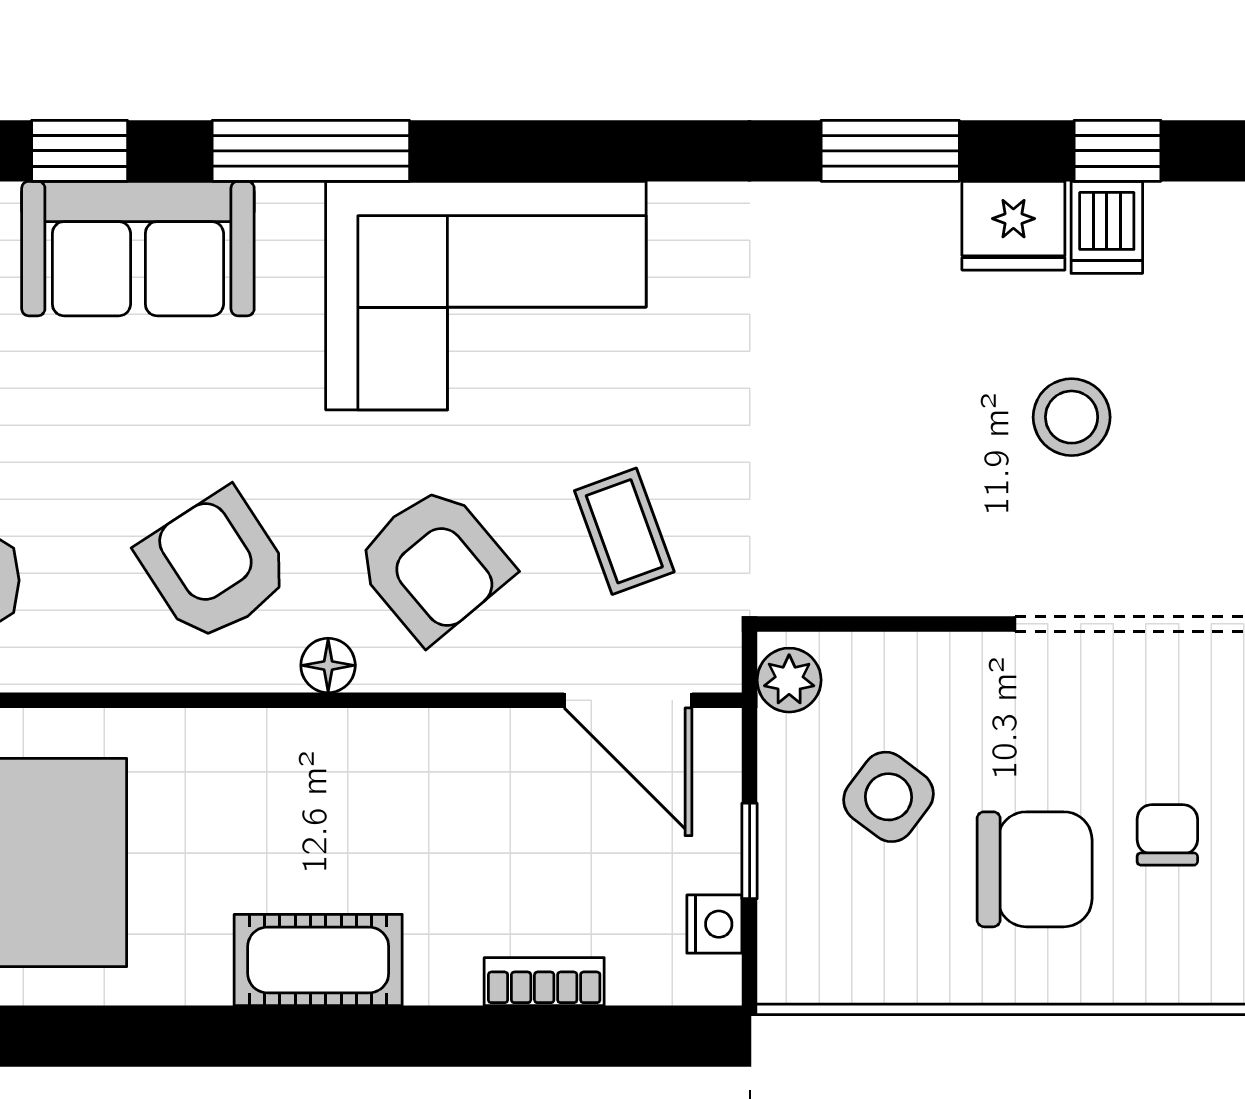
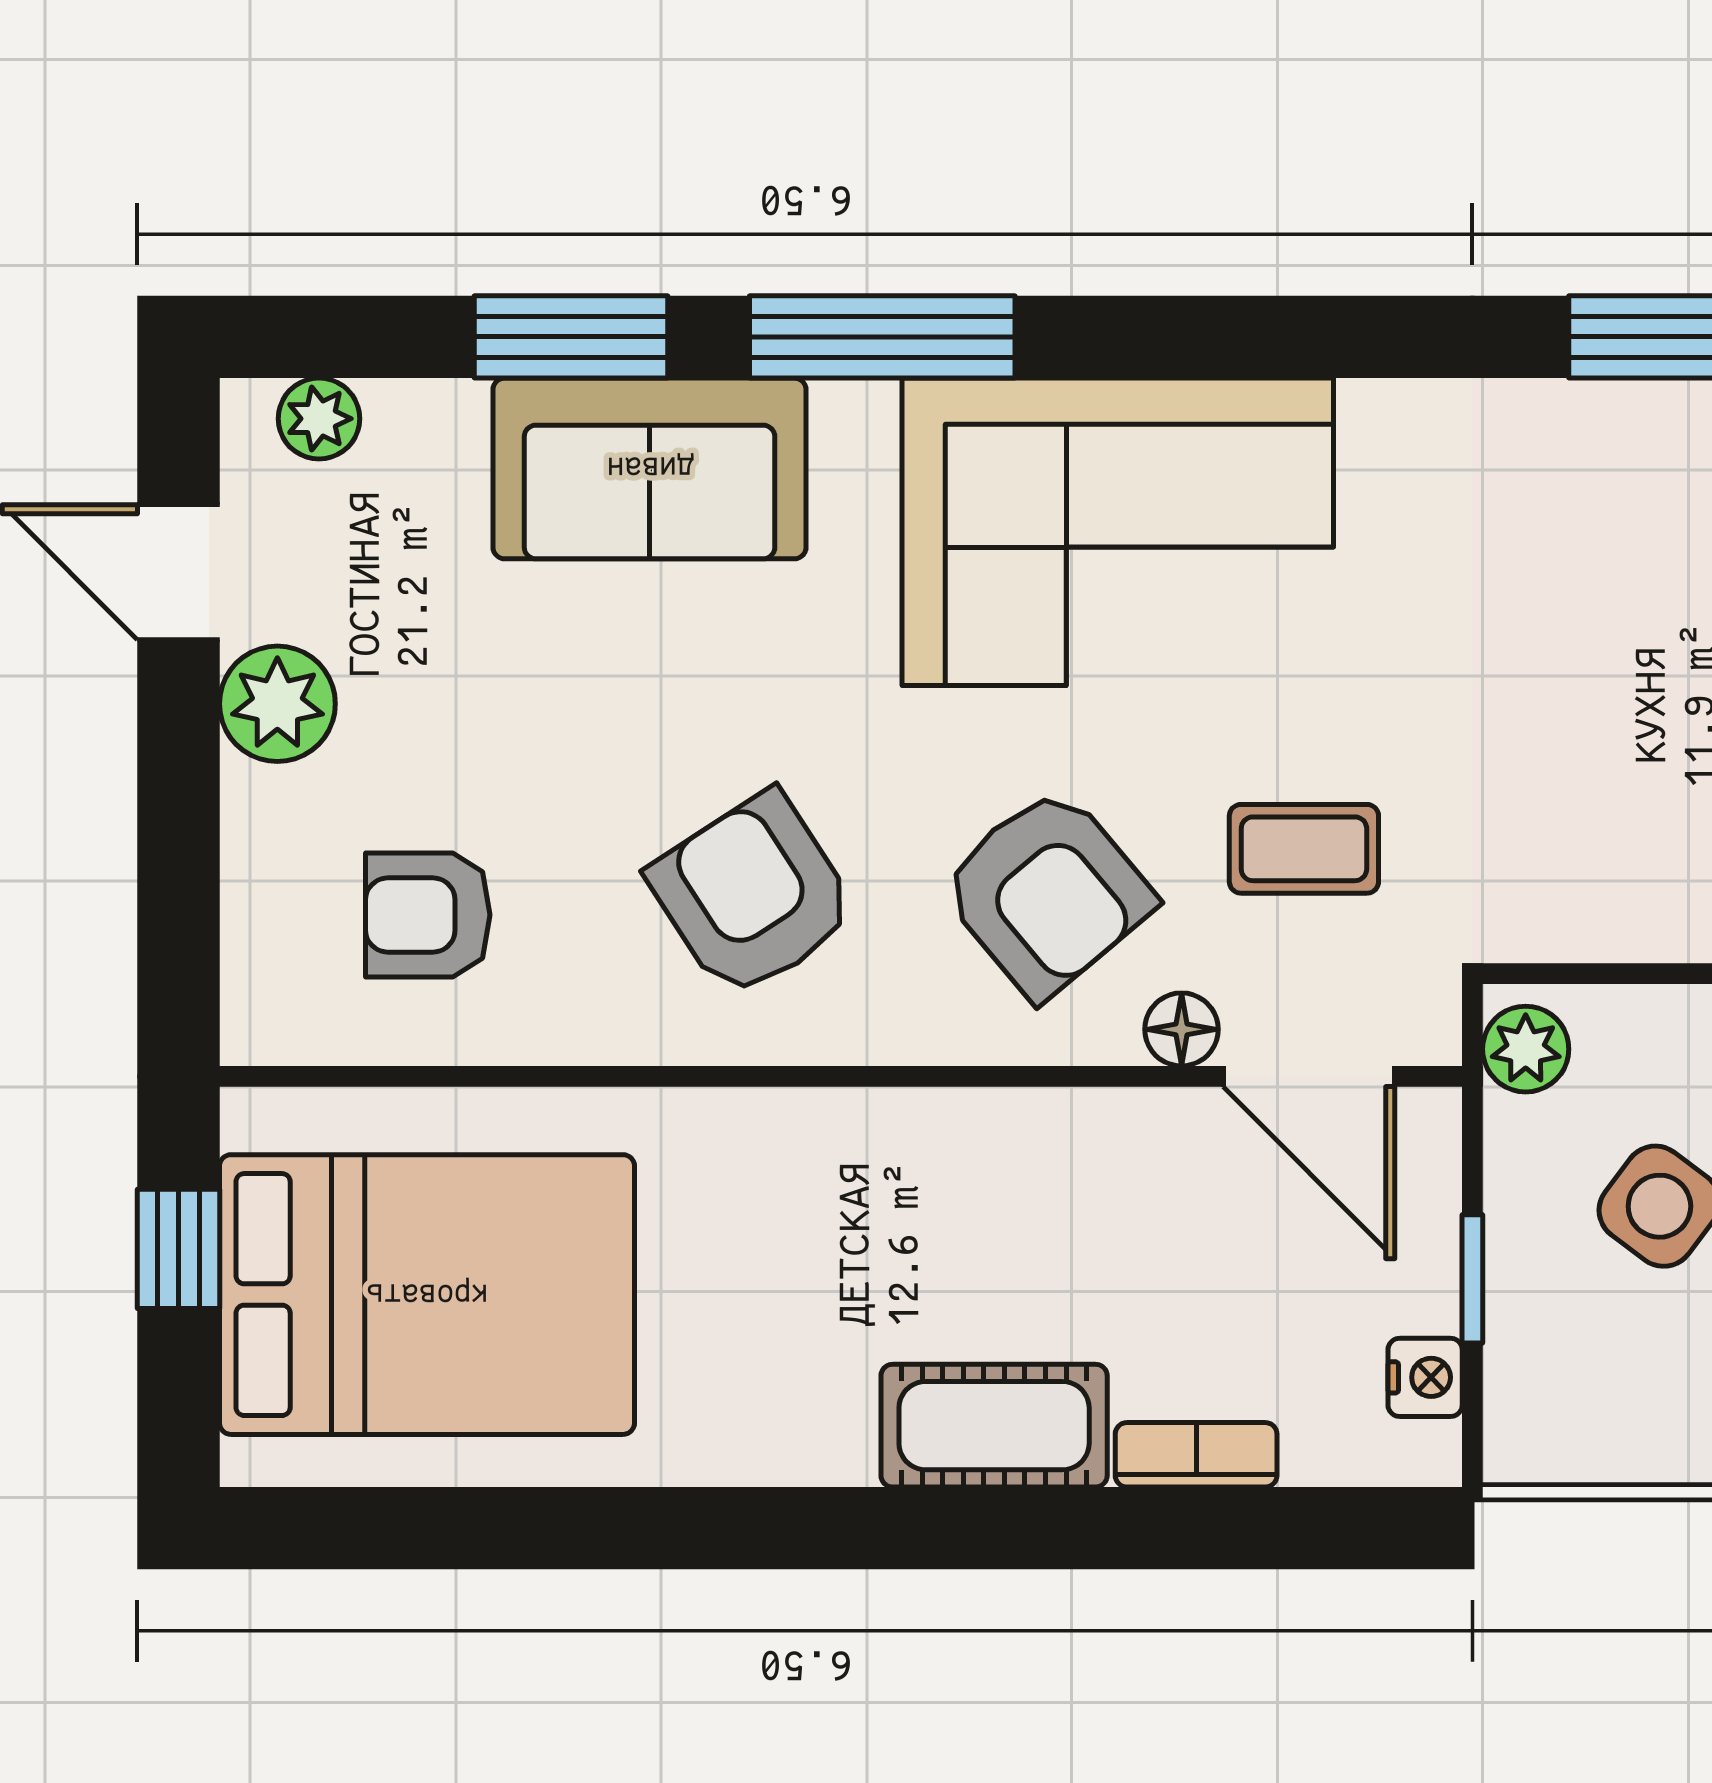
window: (80, 151) -> (571, 337), width x1.50
coffee table: (624, 531) -> (1304, 849), turned -70
floor lamp: (328, 665) -> (1182, 1029), moved
cot: (318, 960) -> (994, 1426), moved

